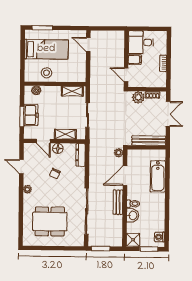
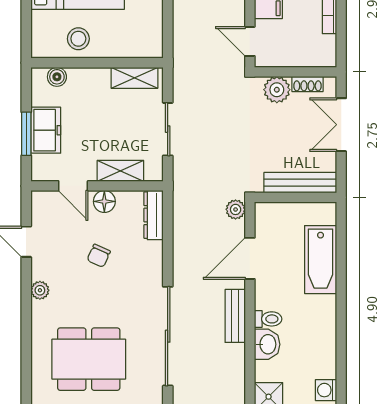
double door: (168, 114) -> (341, 125), swing flipped

